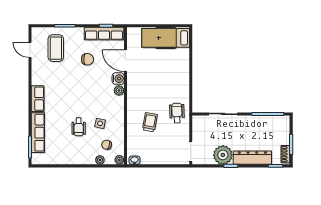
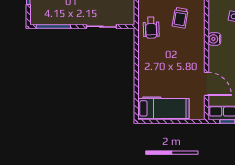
water cooler: (118, 79) -> (214, 39), moved
plant: (119, 90) -> (213, 52), removed

